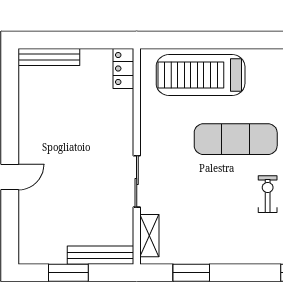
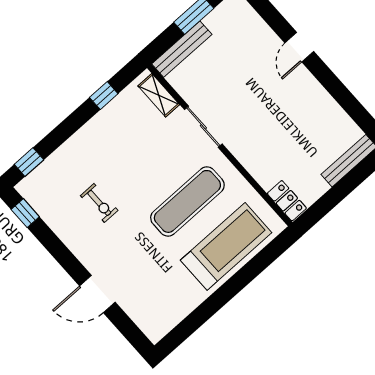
exercise mat: (236, 139) -> (187, 201), moved
window: (191, 273) -> (104, 95), width x0.67

